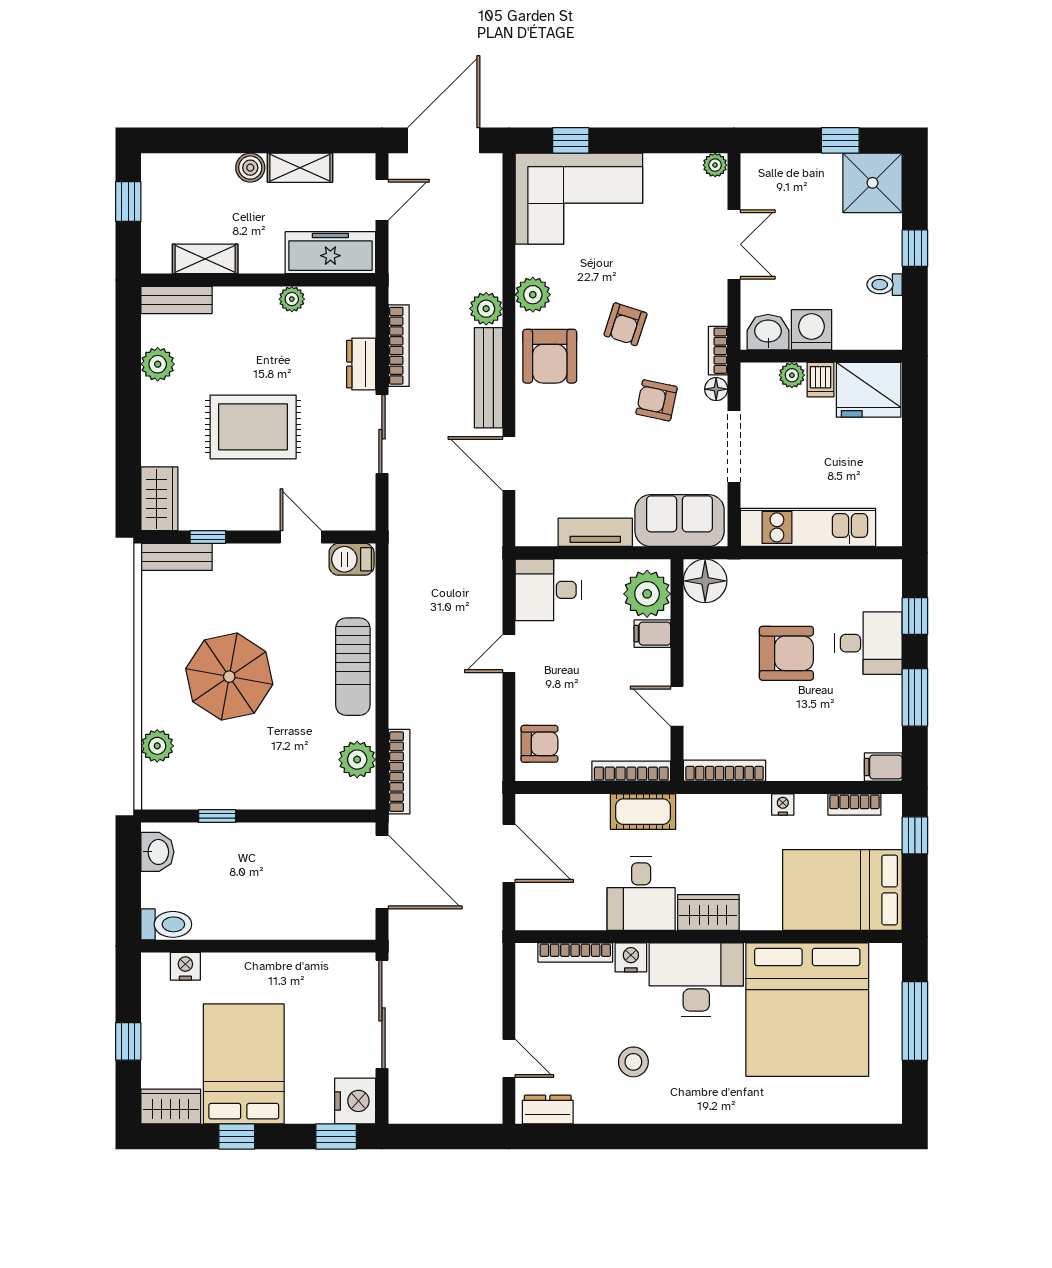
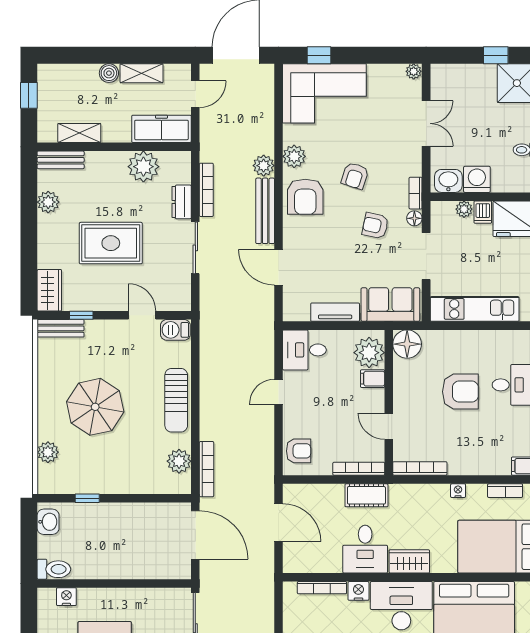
plant: (292, 299) -> (143, 167), width x1.88, depth x1.88

